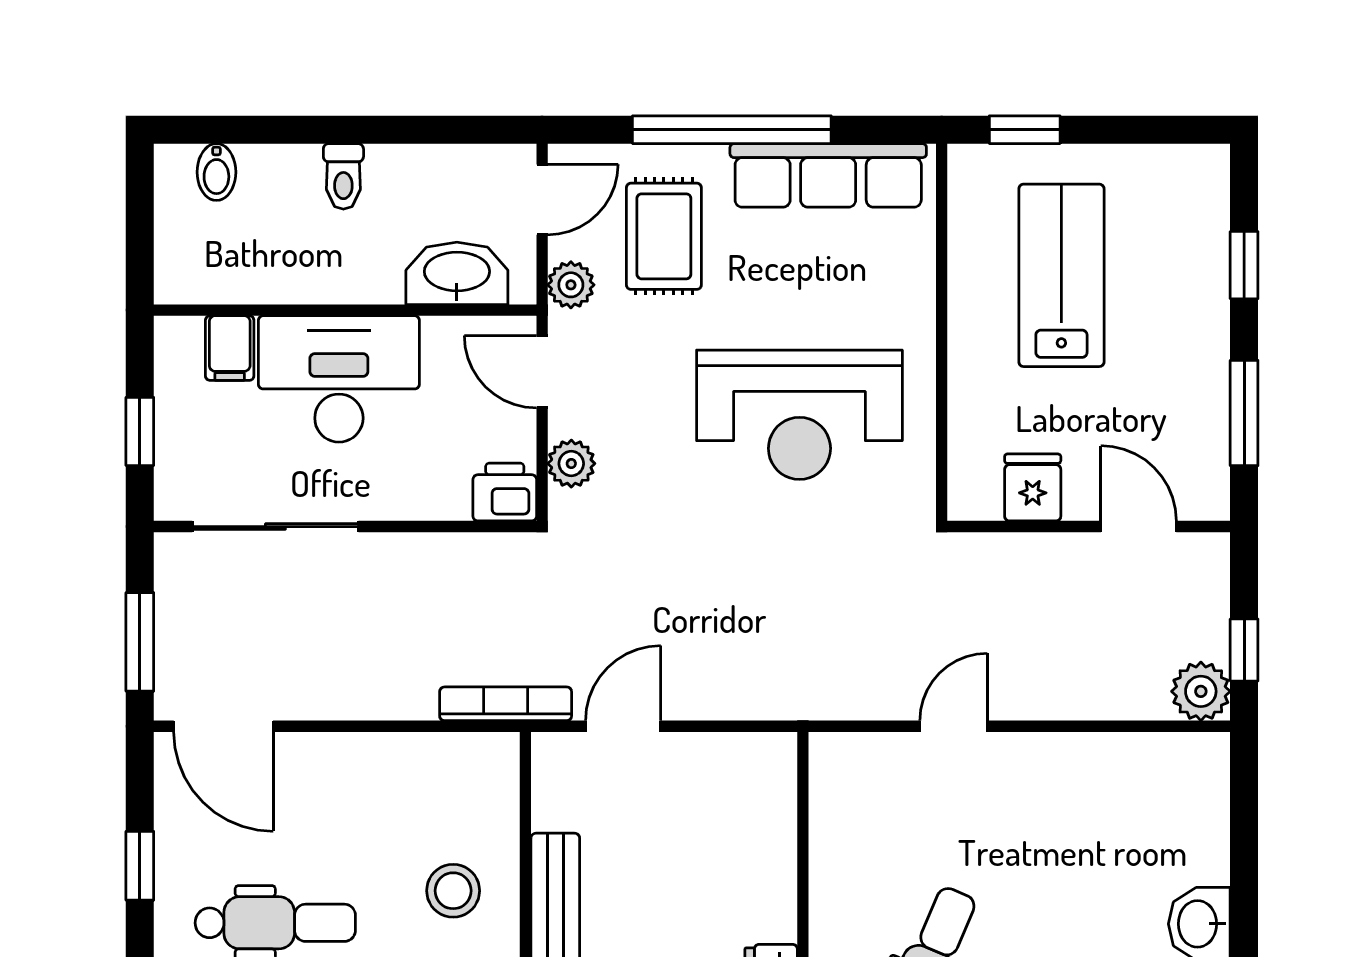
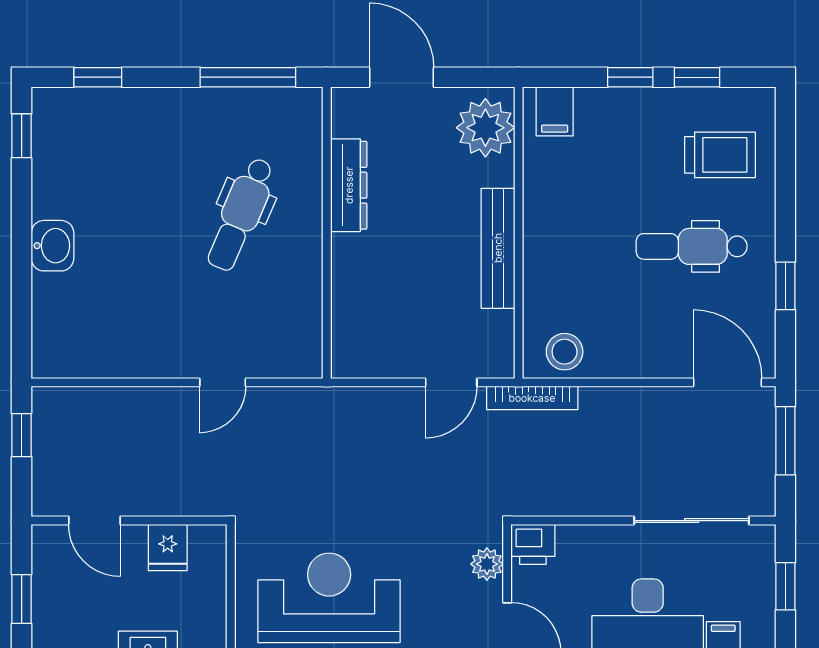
window: (1244, 413) -> (22, 599), width x0.67
plant: (1201, 691) -> (51, 406), removed
stool: (453, 891) -> (565, 352), moved

